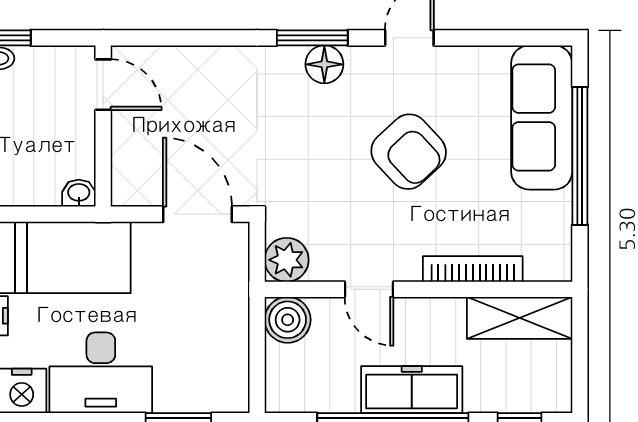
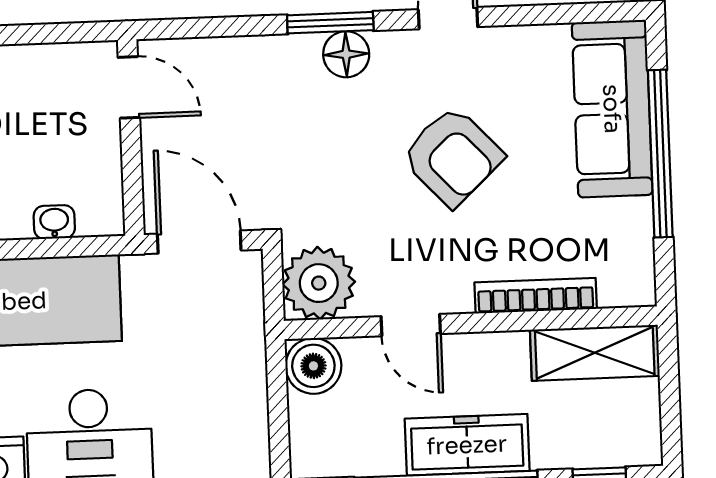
door: (103, 85) -> (129, 87), moved
wall: (103, 126) -> (131, 138), moved
plant: (287, 260) -> (319, 283), width x1.36, depth x1.36

